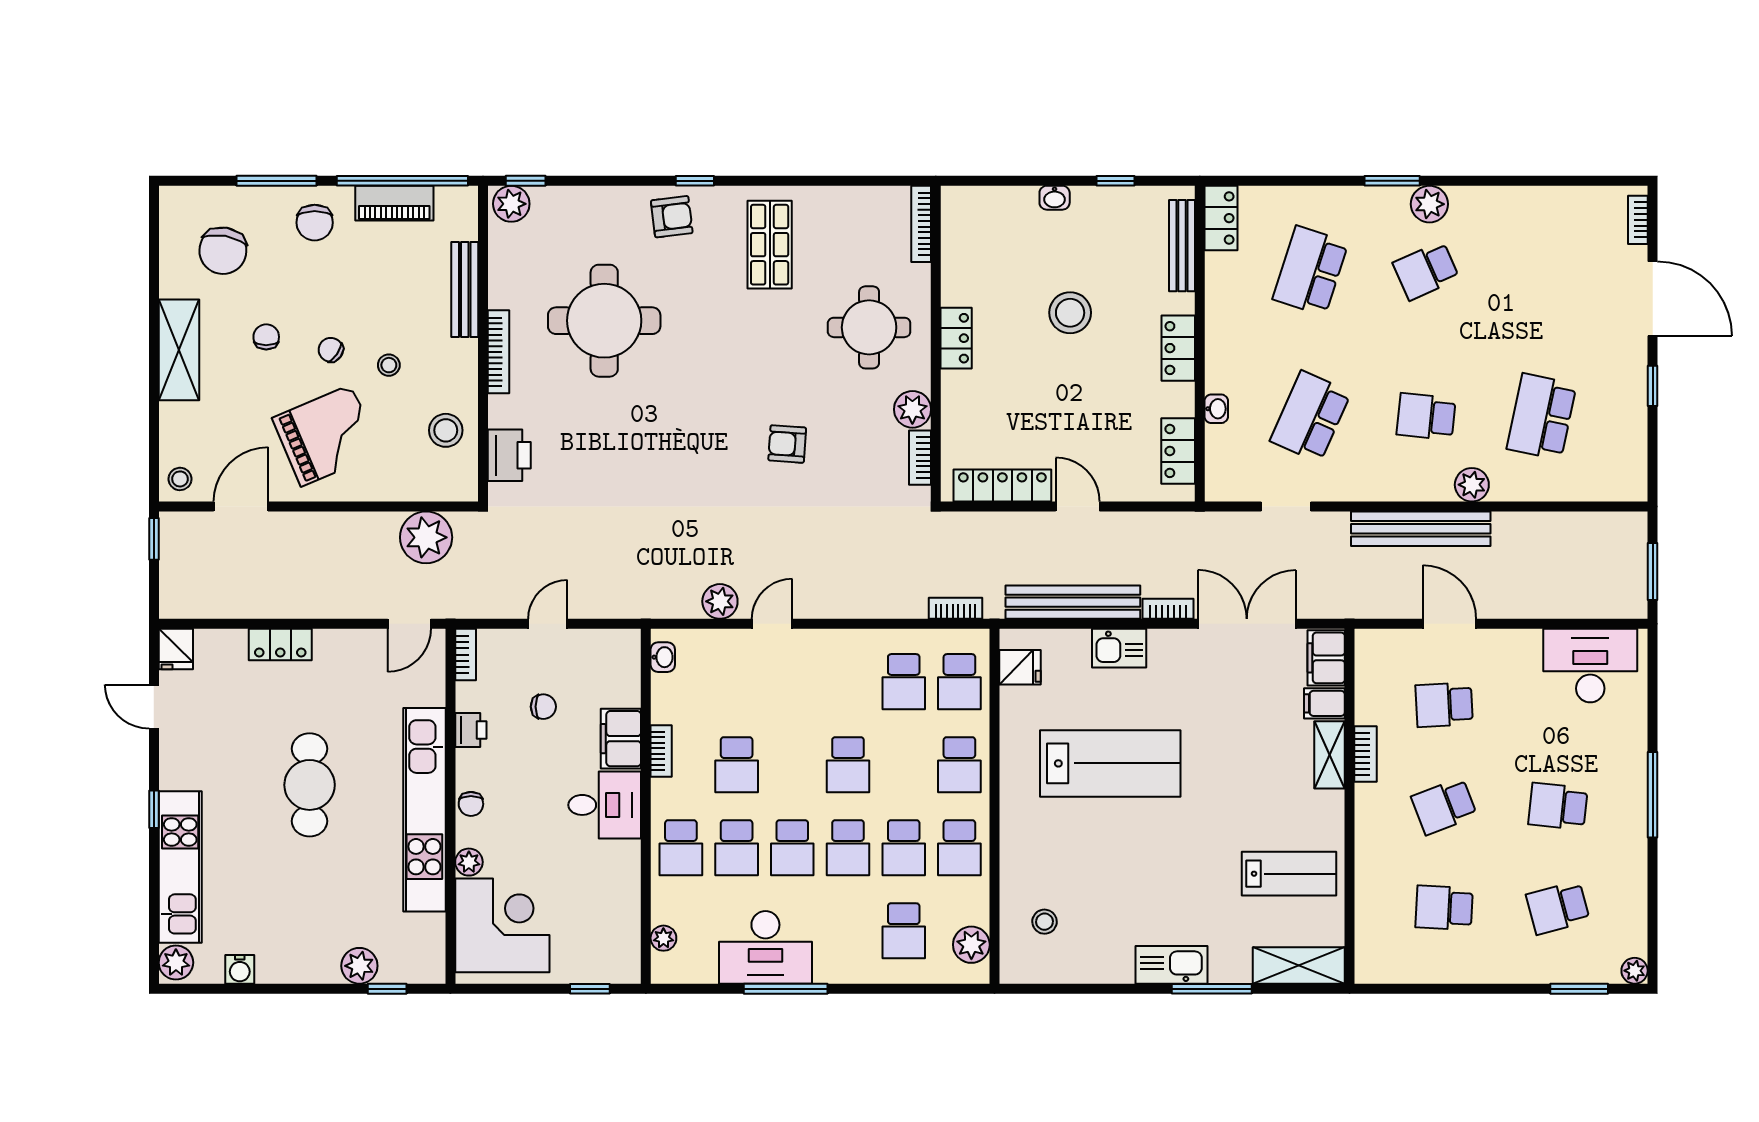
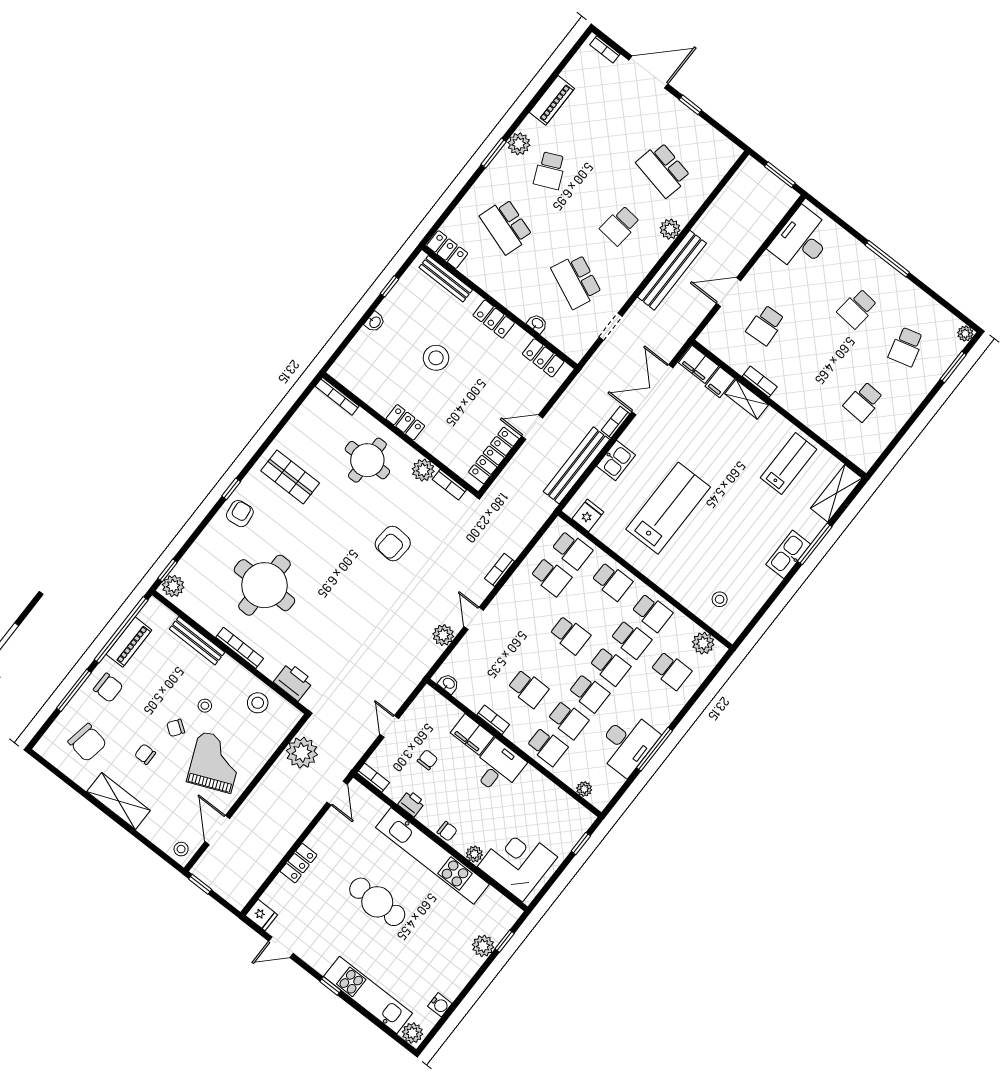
piano: (1519, 203) -> (552, 100), added
armchair: (787, 444) -> (393, 544), width x1.38, depth x1.38
bookcase: (956, 608) -> (500, 570), moved
school desk: (1444, 806) -> (814, 363), removed

